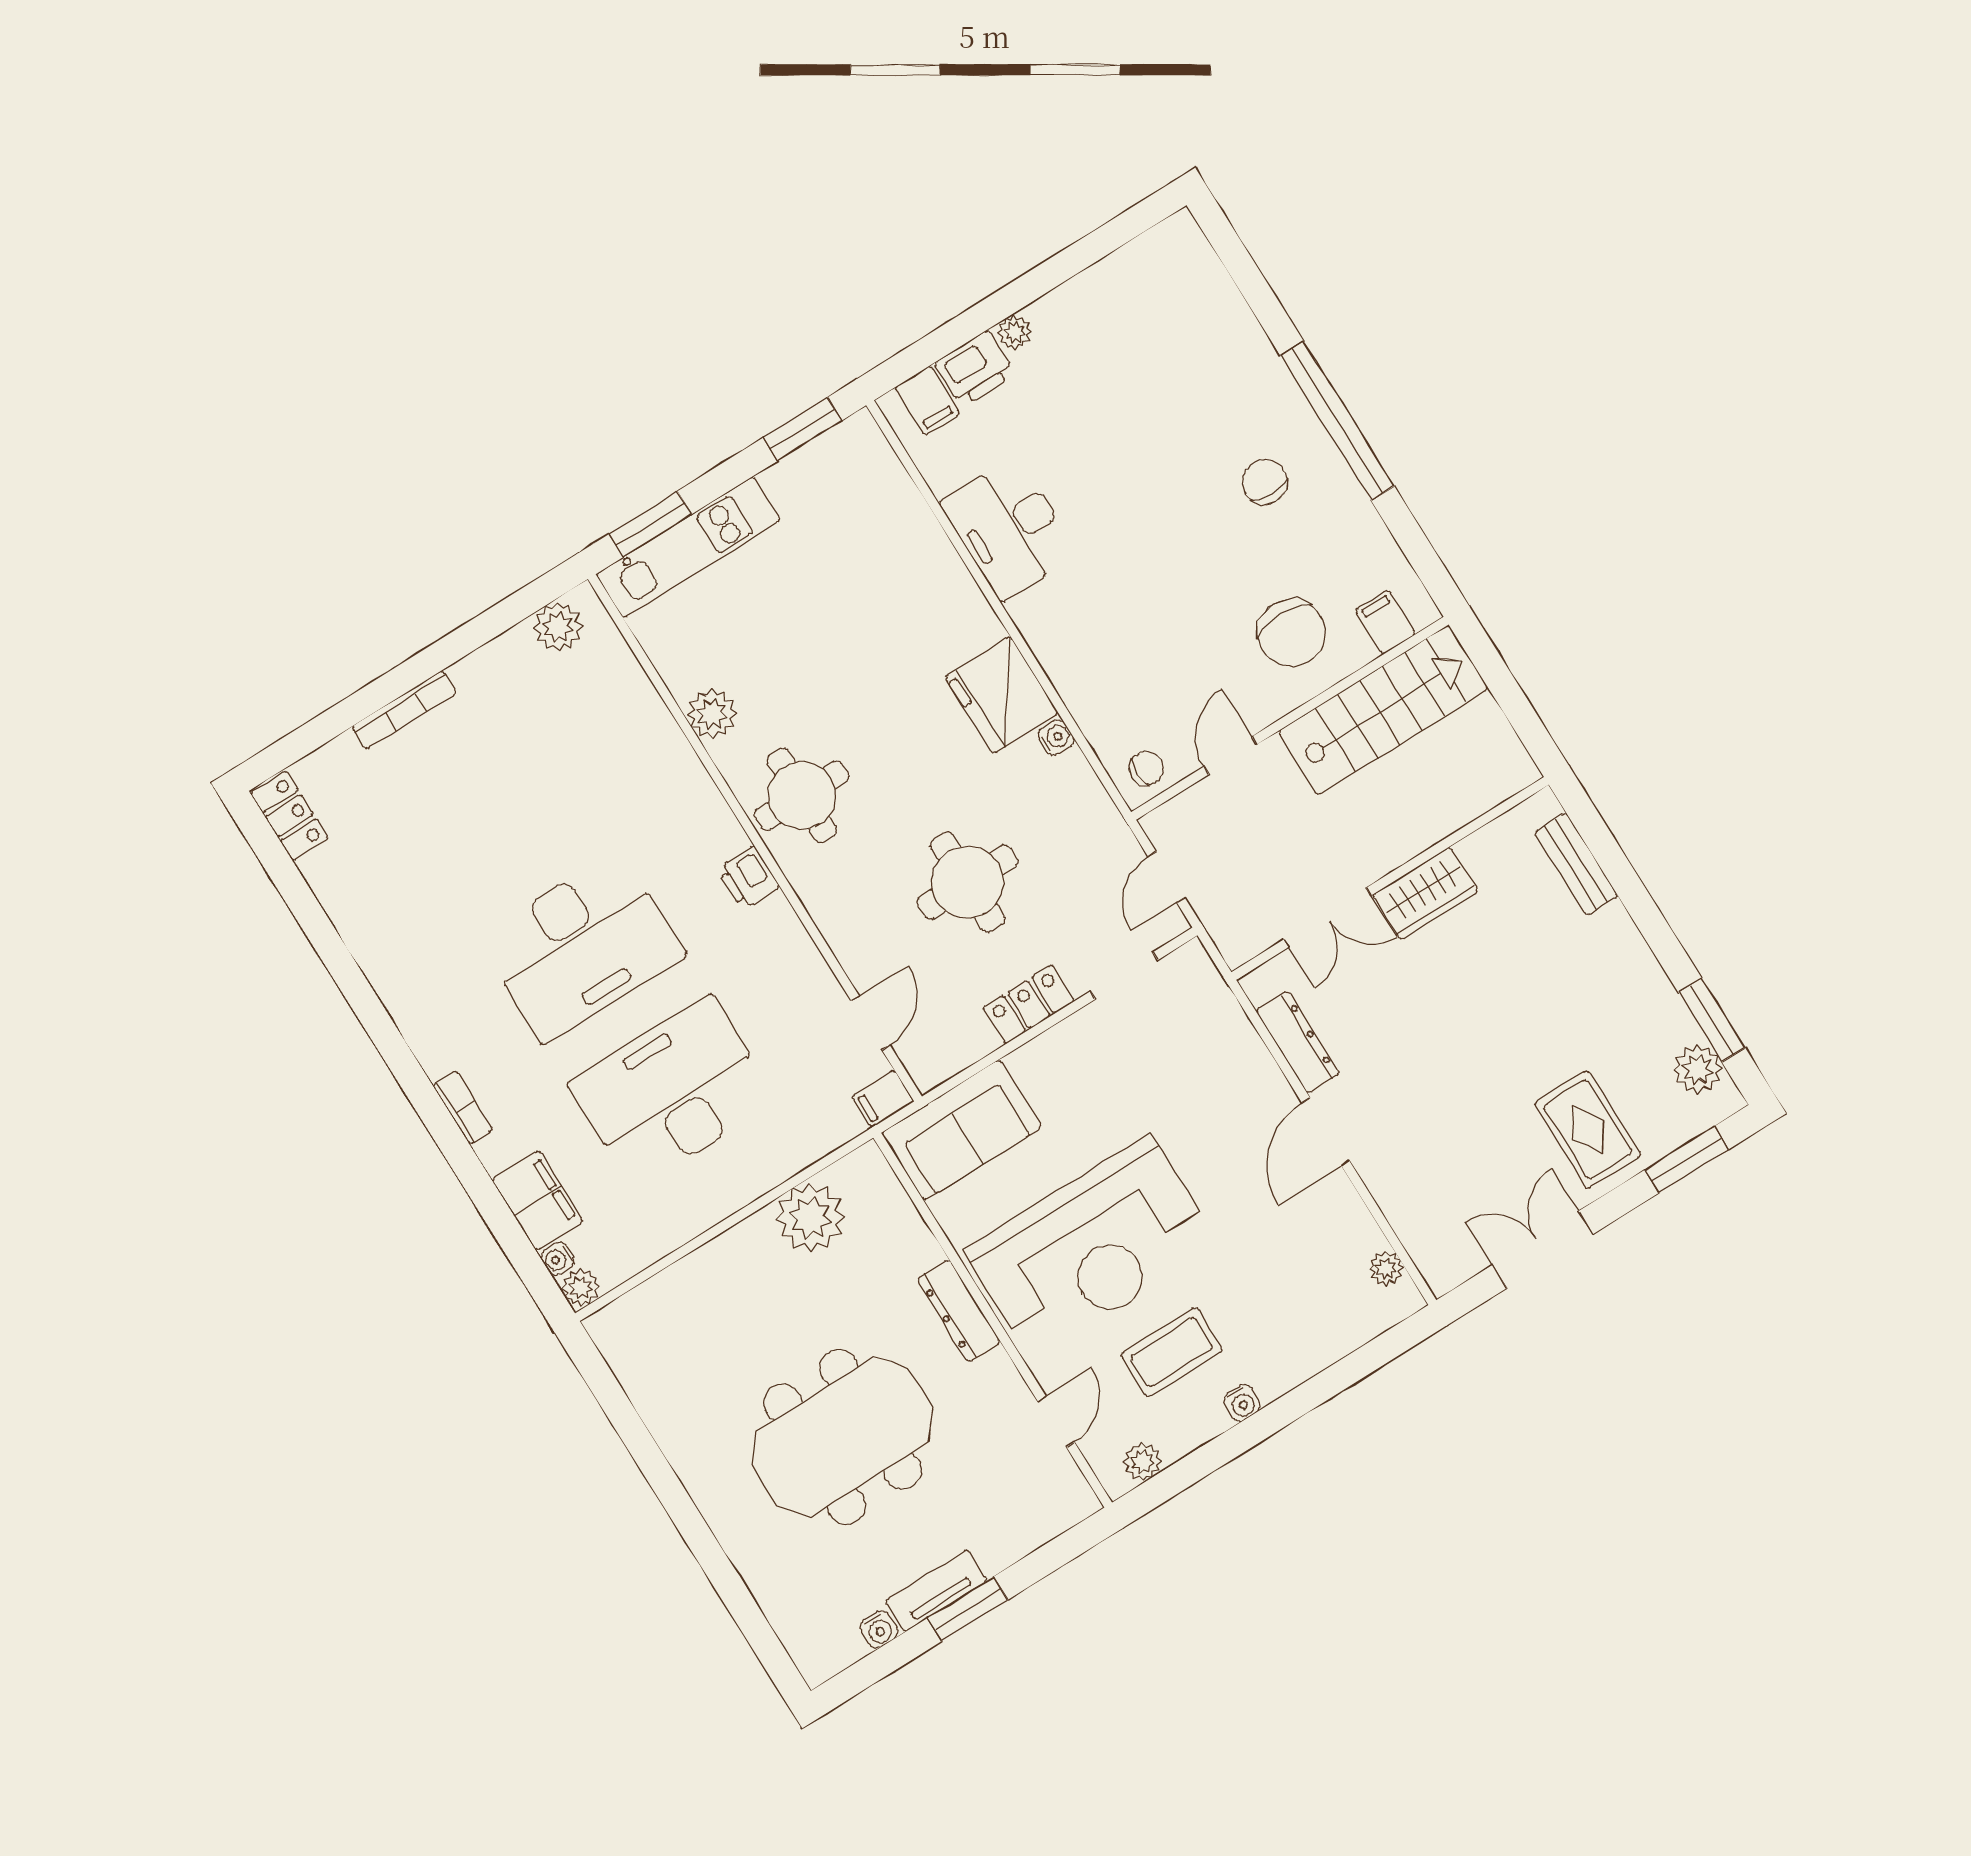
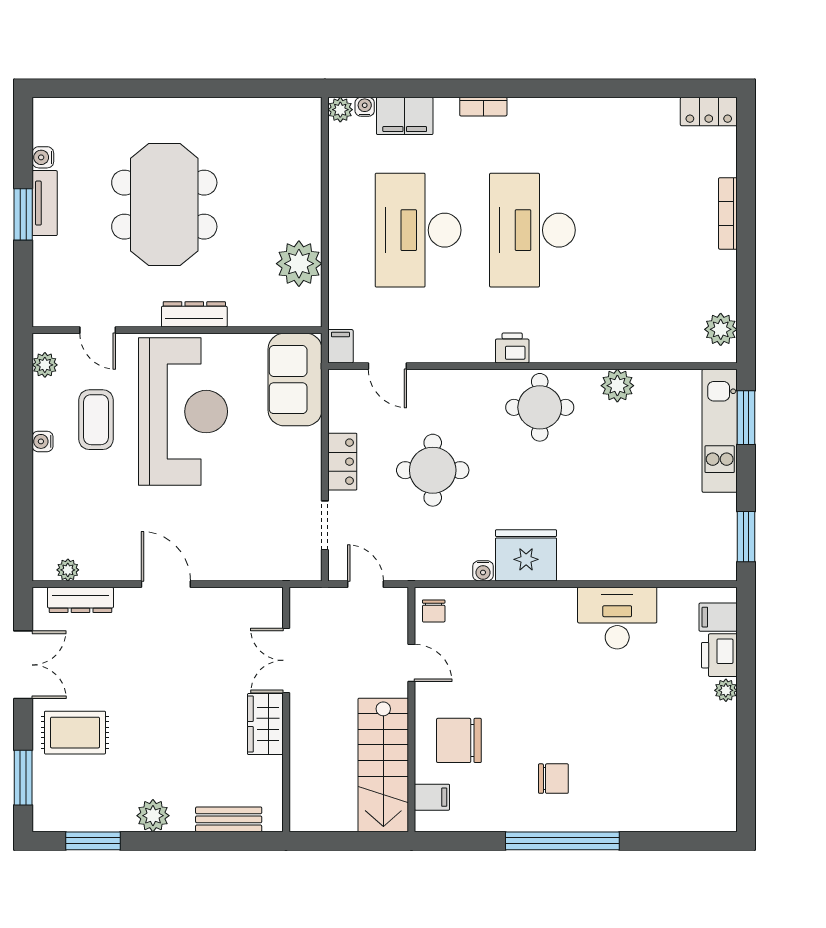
dresser: (1298, 1042) -> (80, 600), moved
plant: (1698, 1069) -> (153, 816), moved
desk: (673, 1092) -> (418, 230), turned 180
reception desk: (1092, 1248) -> (183, 412), turned 180

